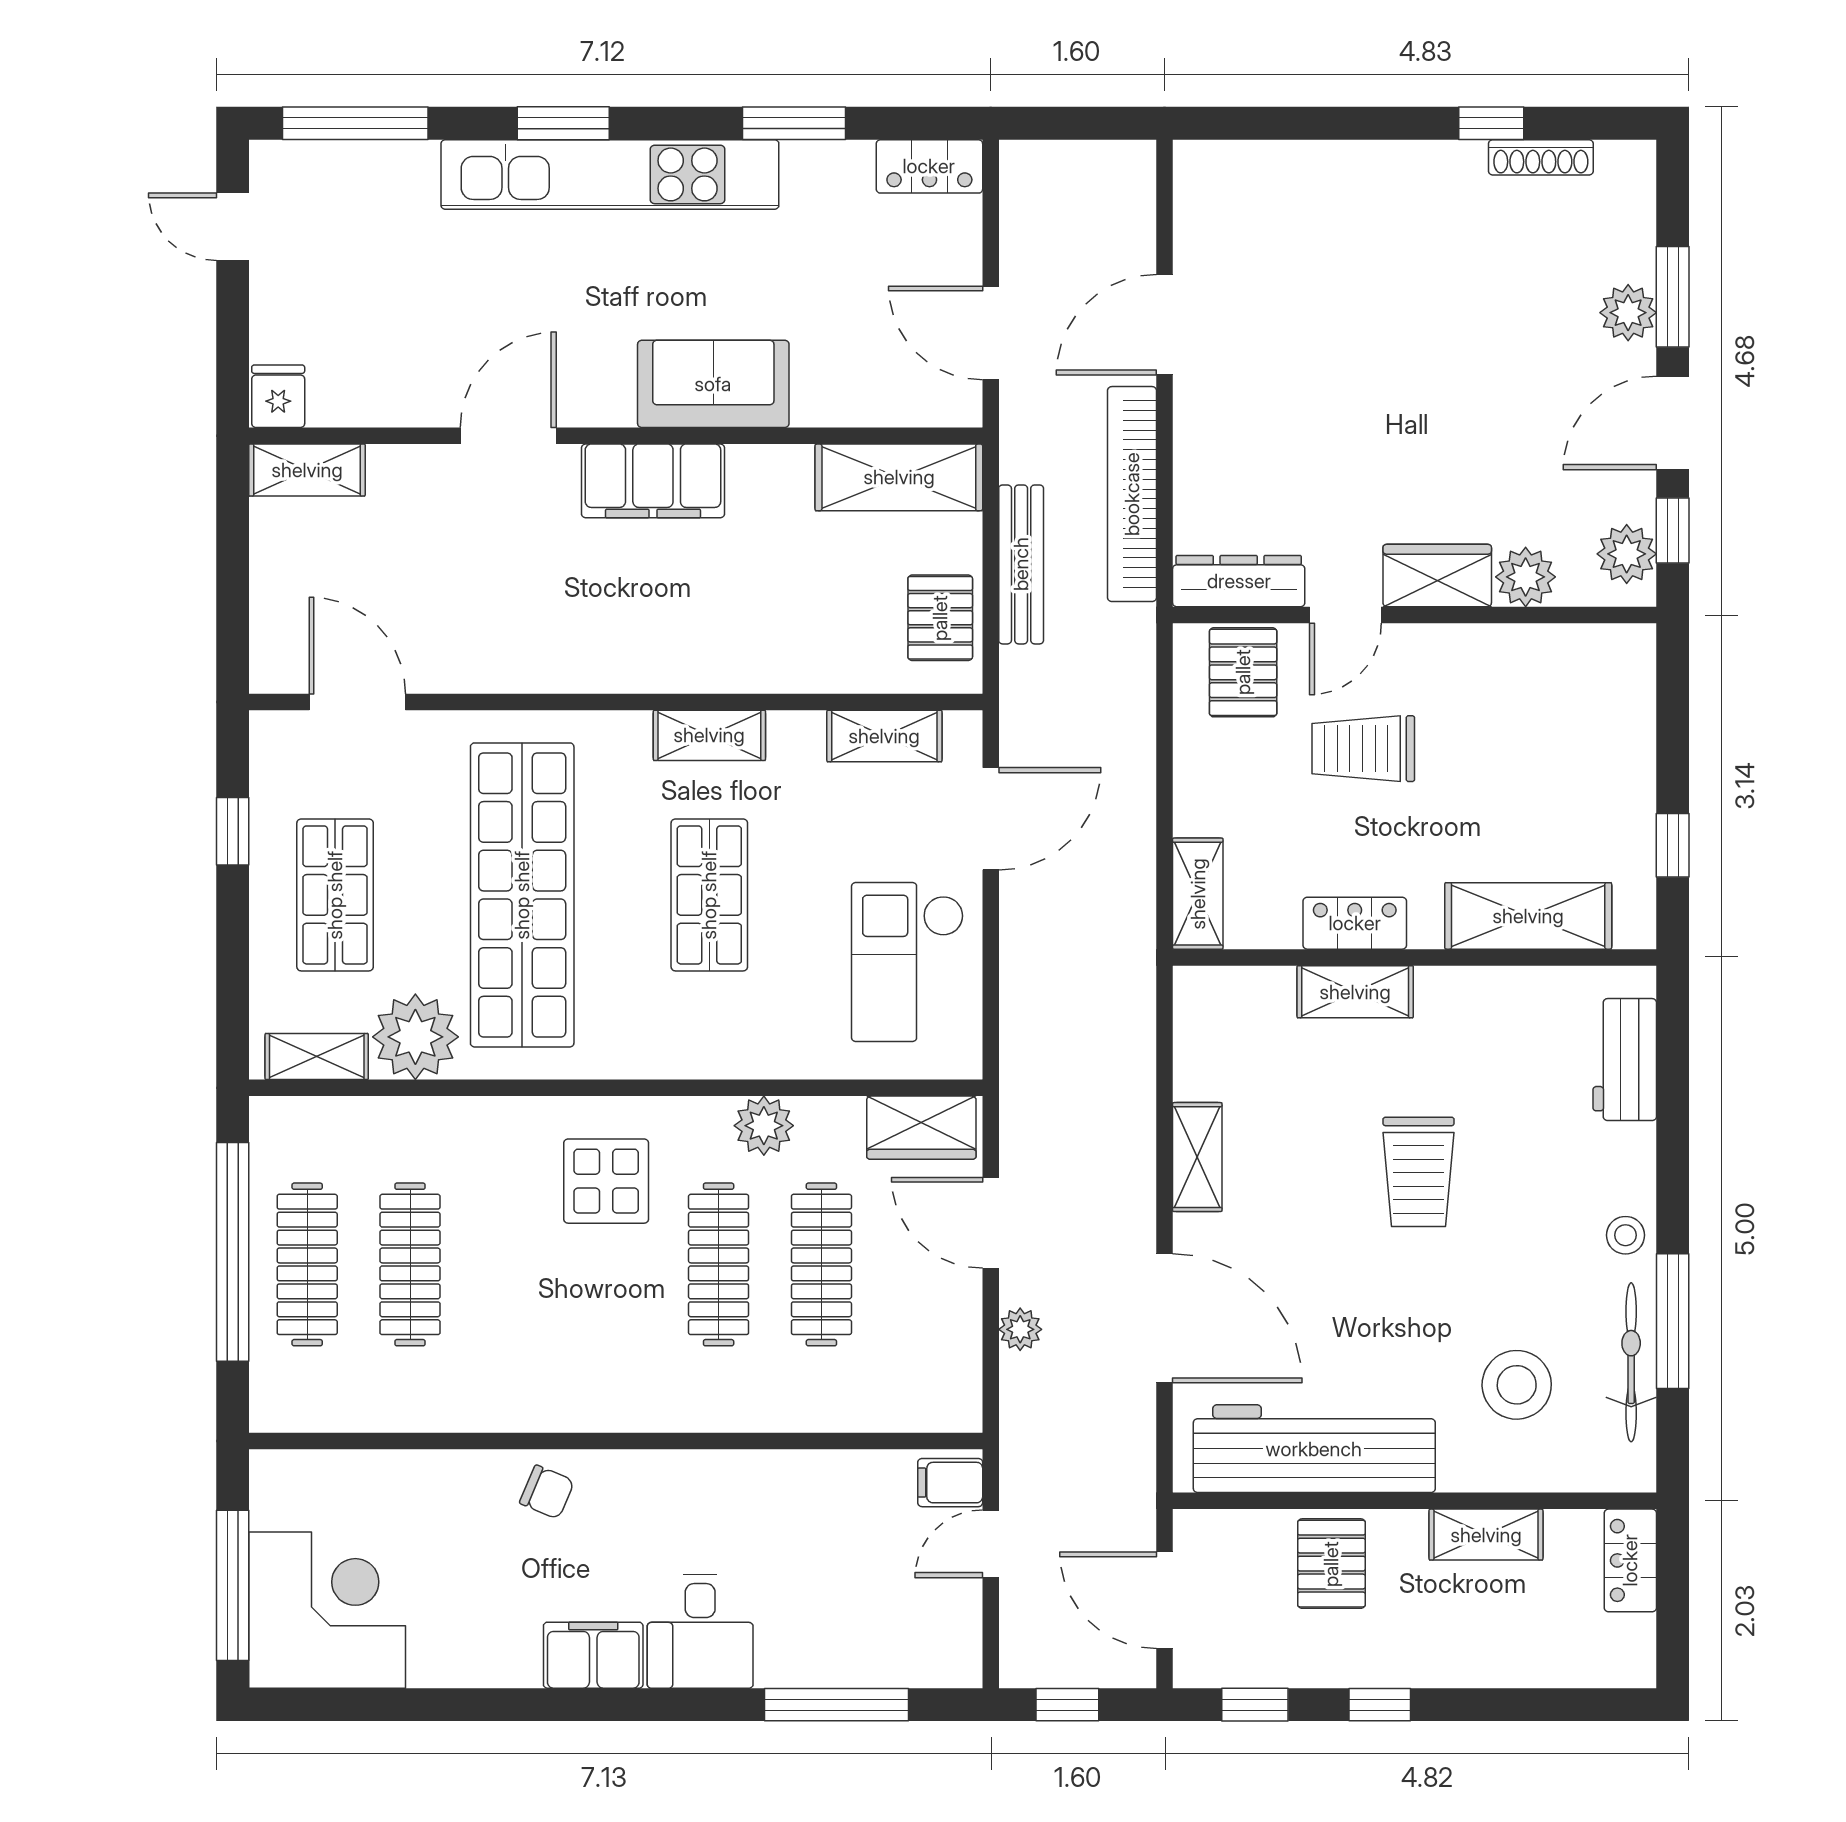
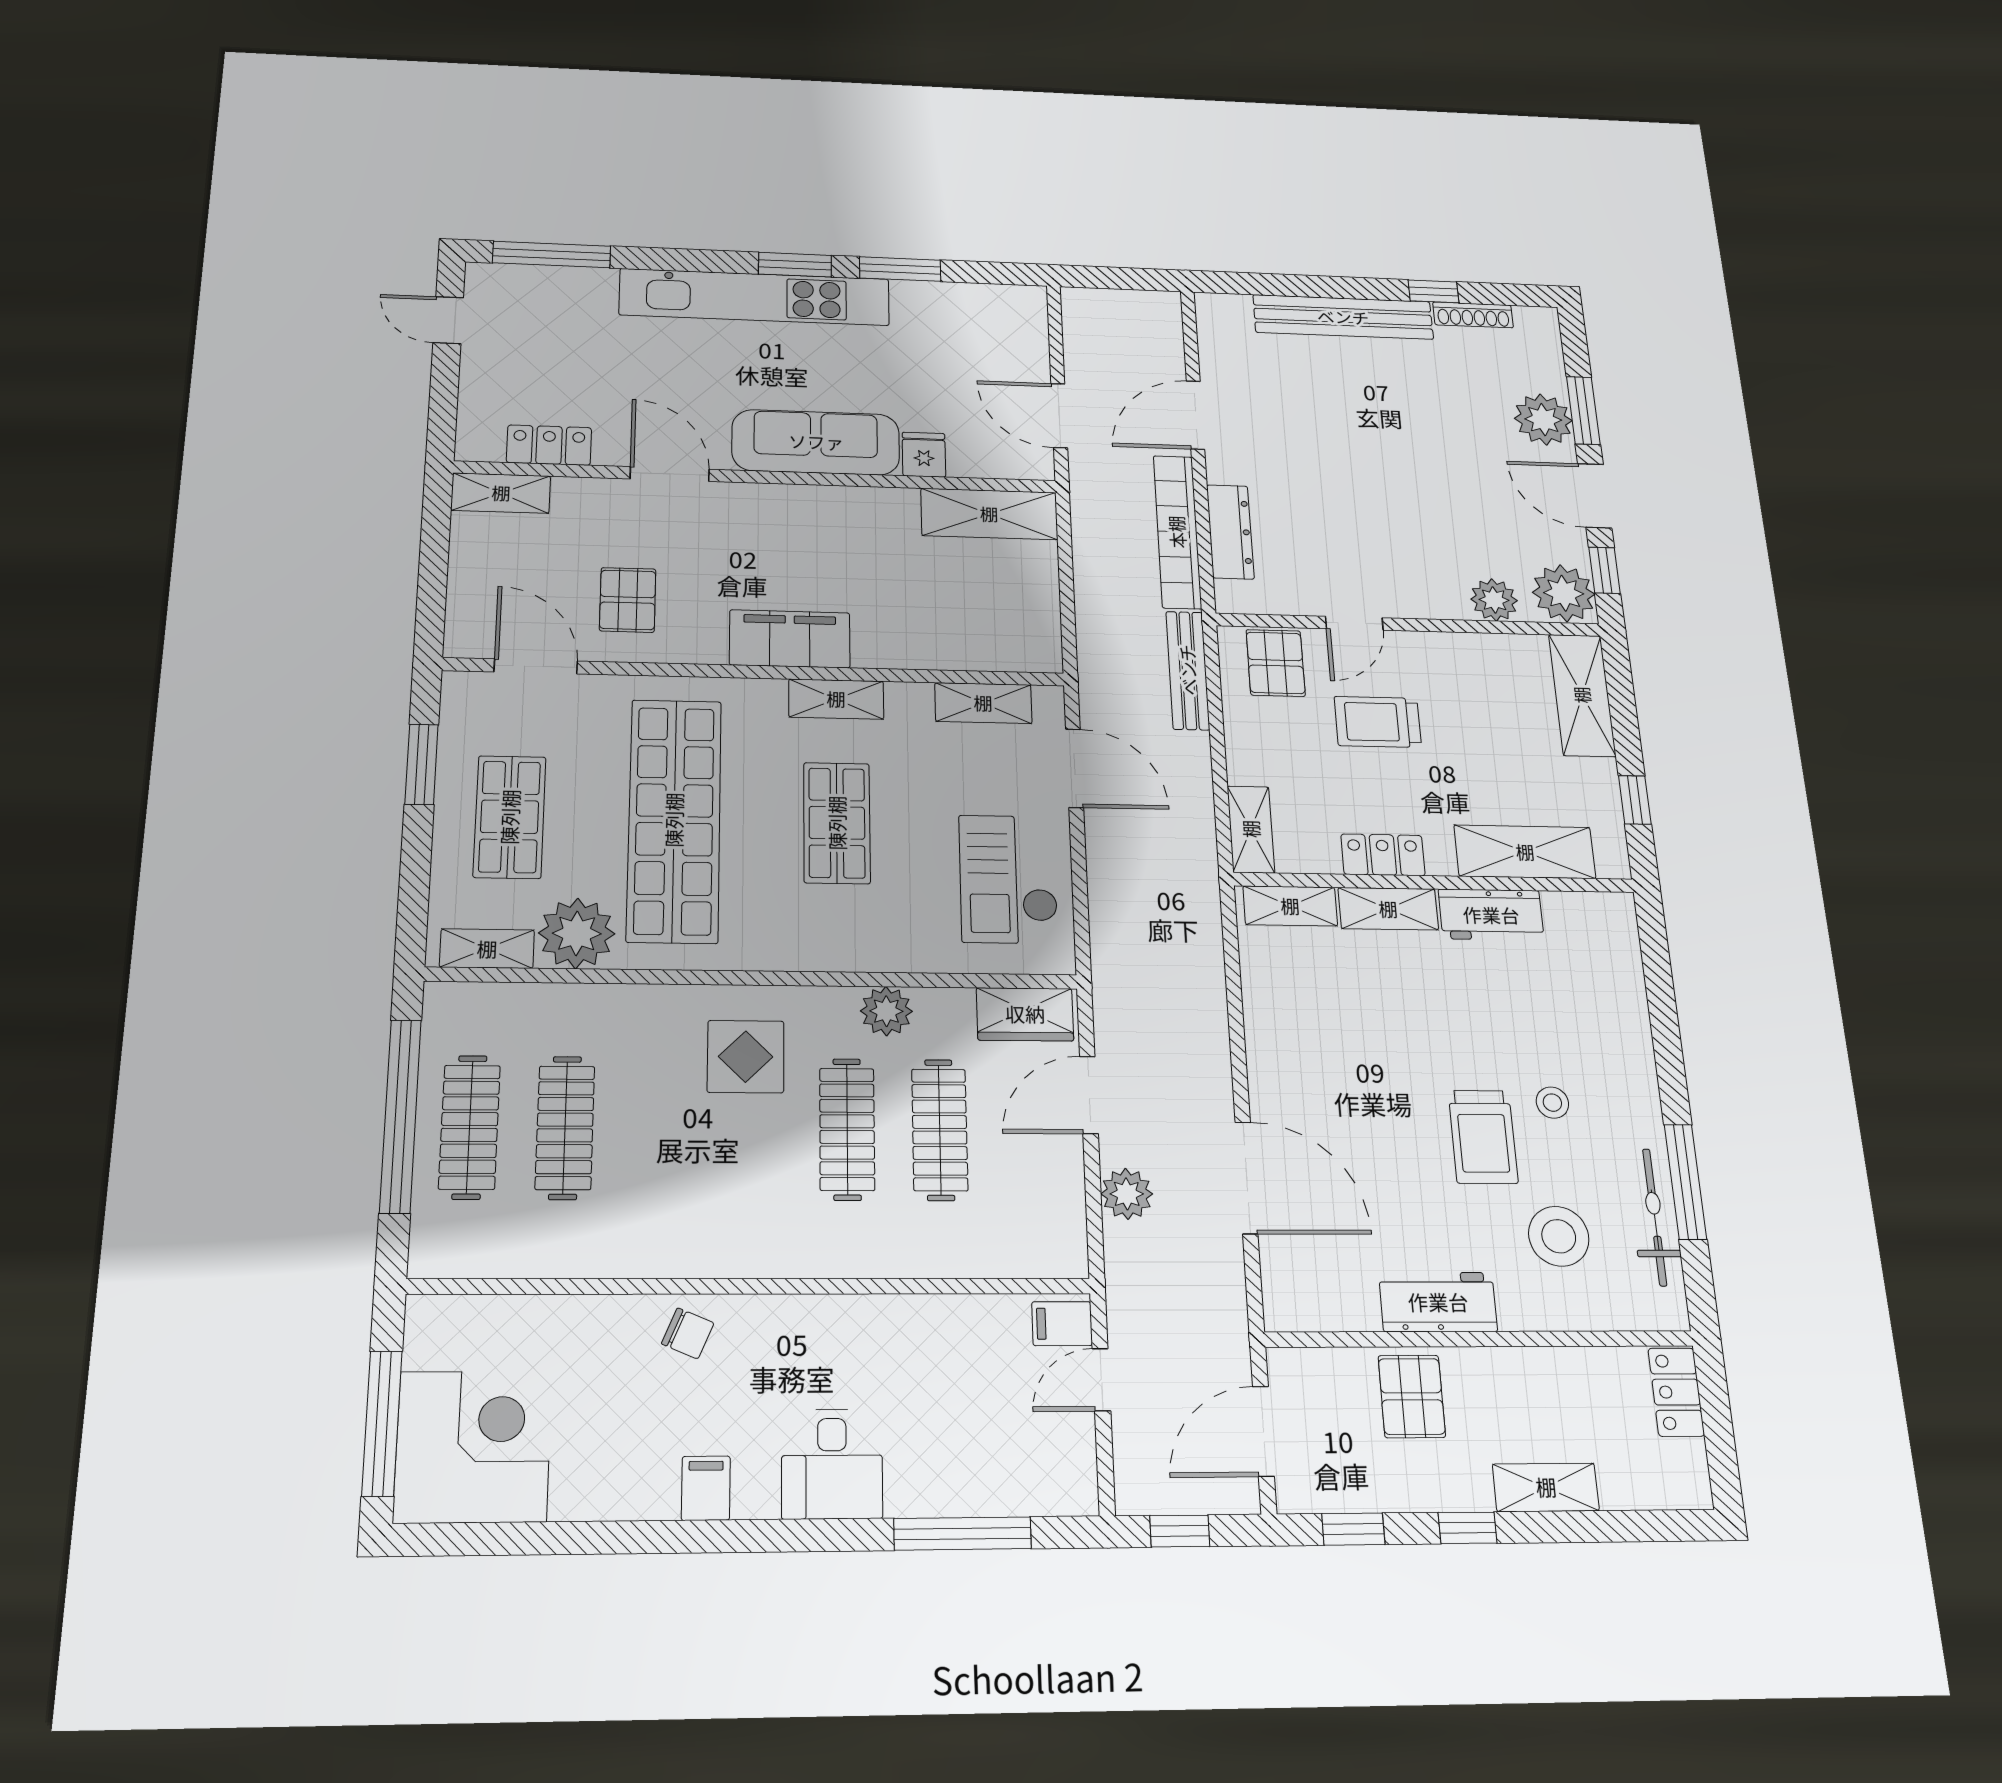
window: (563, 123) -> (795, 265), moved
locker: (929, 166) -> (549, 445), moved, turned 180
bench: (1367, 169) -> (1343, 317), added
plant: (1628, 313) -> (1543, 420), width x1.36, depth x1.36
sofa: (713, 384) -> (816, 442), width x1.36
fridge: (278, 396) -> (924, 455), moved
door: (1673, 423) -> (1595, 496), hinge flipped
door: (508, 436) -> (670, 474), hinge flipped
filing cabinet: (653, 481) -> (790, 639), moved, turned 180
plant: (1627, 554) -> (1564, 593), width x1.36, depth x1.36
bench: (1021, 564) -> (1188, 670), moved
wardrobe: (1437, 576) -> (1424, 597), removed
dresser: (1239, 581) -> (1230, 532), moved, turned 90
pallet: (940, 618) -> (628, 600), moved
shelving: (1623, 706) -> (1582, 695), added
door: (991, 819) -> (1075, 768), hinge flipped
window: (233, 831) -> (422, 764), width x1.50
workbench: (1625, 1060) -> (1491, 915), moved, turned -90
shelving: (1197, 1157) -> (1290, 906), moved, turned 90
trolley: (1419, 1172) -> (1483, 1137), moved
door: (991, 1223) -> (1089, 1095), hinge flipped
stool: (1626, 1235) -> (1552, 1103), moved
plant: (1020, 1329) -> (1127, 1194), width x1.38, depth x1.38
workbench: (1314, 1449) -> (1438, 1302), width x0.53, depth x0.76
shelving: (1486, 1535) -> (1546, 1487), moved
door: (1165, 1600) -> (1263, 1431), hinge flipped
filing cabinet: (593, 1655) -> (706, 1488), width x0.50

